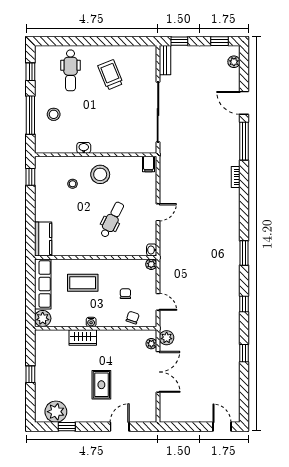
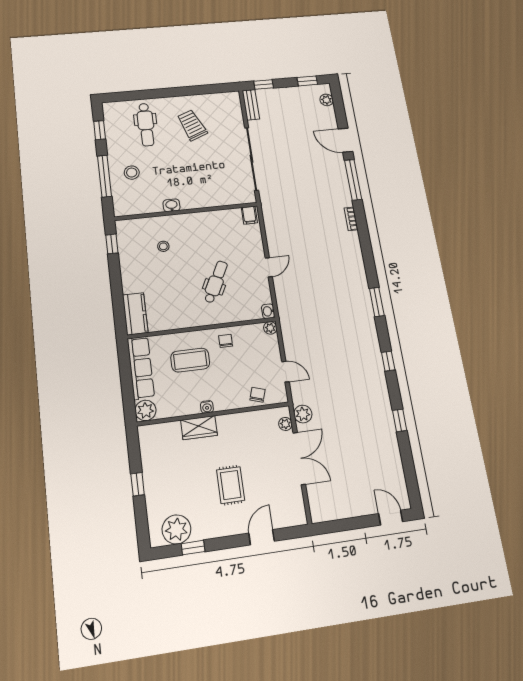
stool: (100, 174) -> (195, 232), removed
chair: (125, 294) -> (226, 341), moved

